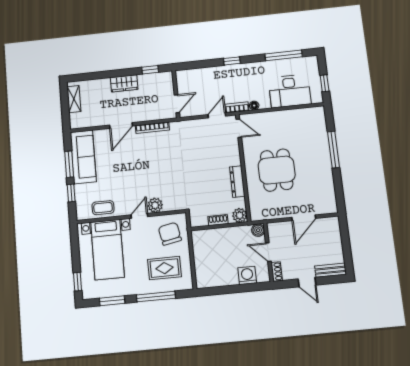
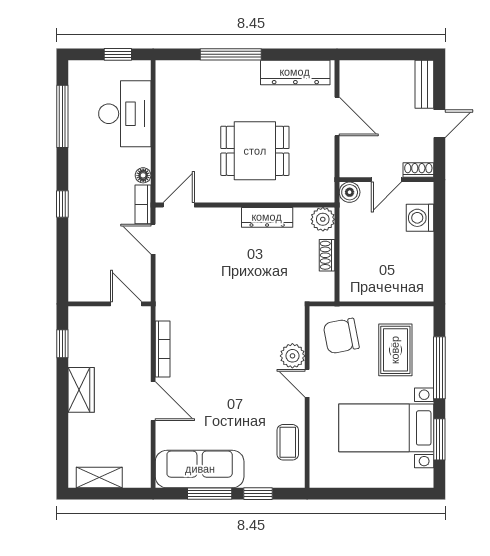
dresser: (327, 190) -> (295, 72), added
bed with nightstands: (108, 250) -> (386, 428), moved, turned 180
window: (77, 282) -> (404, 494), removed

